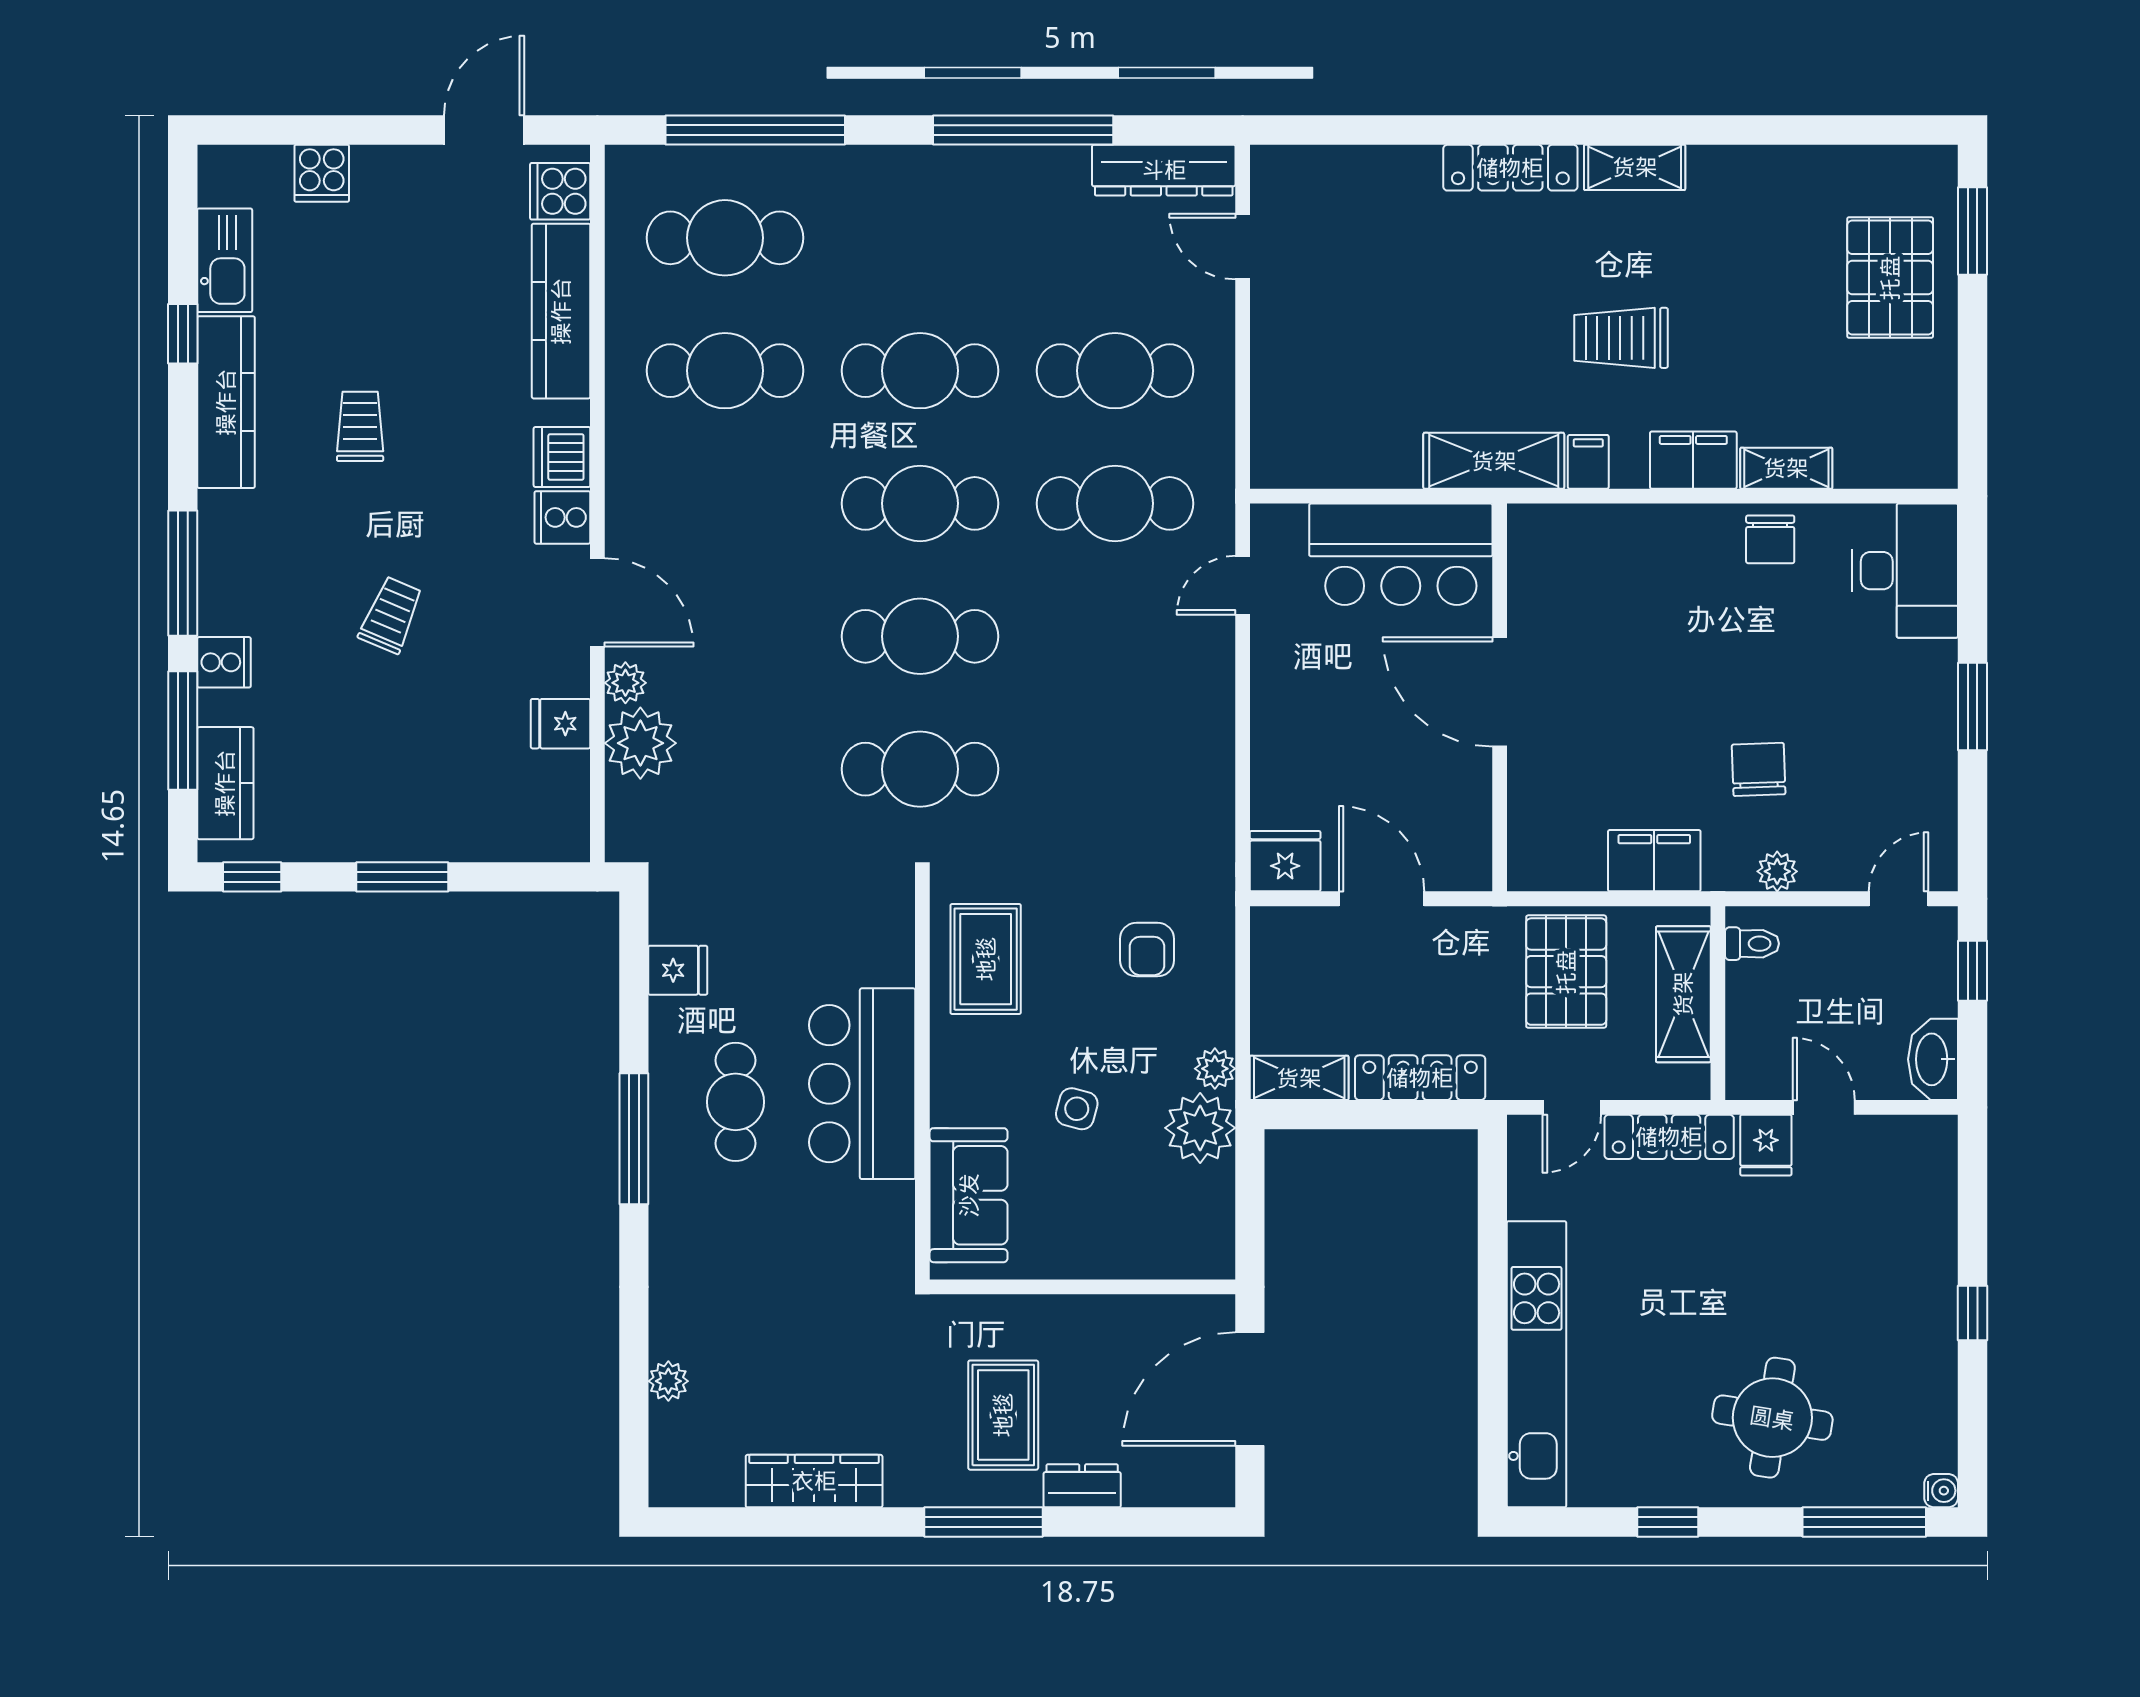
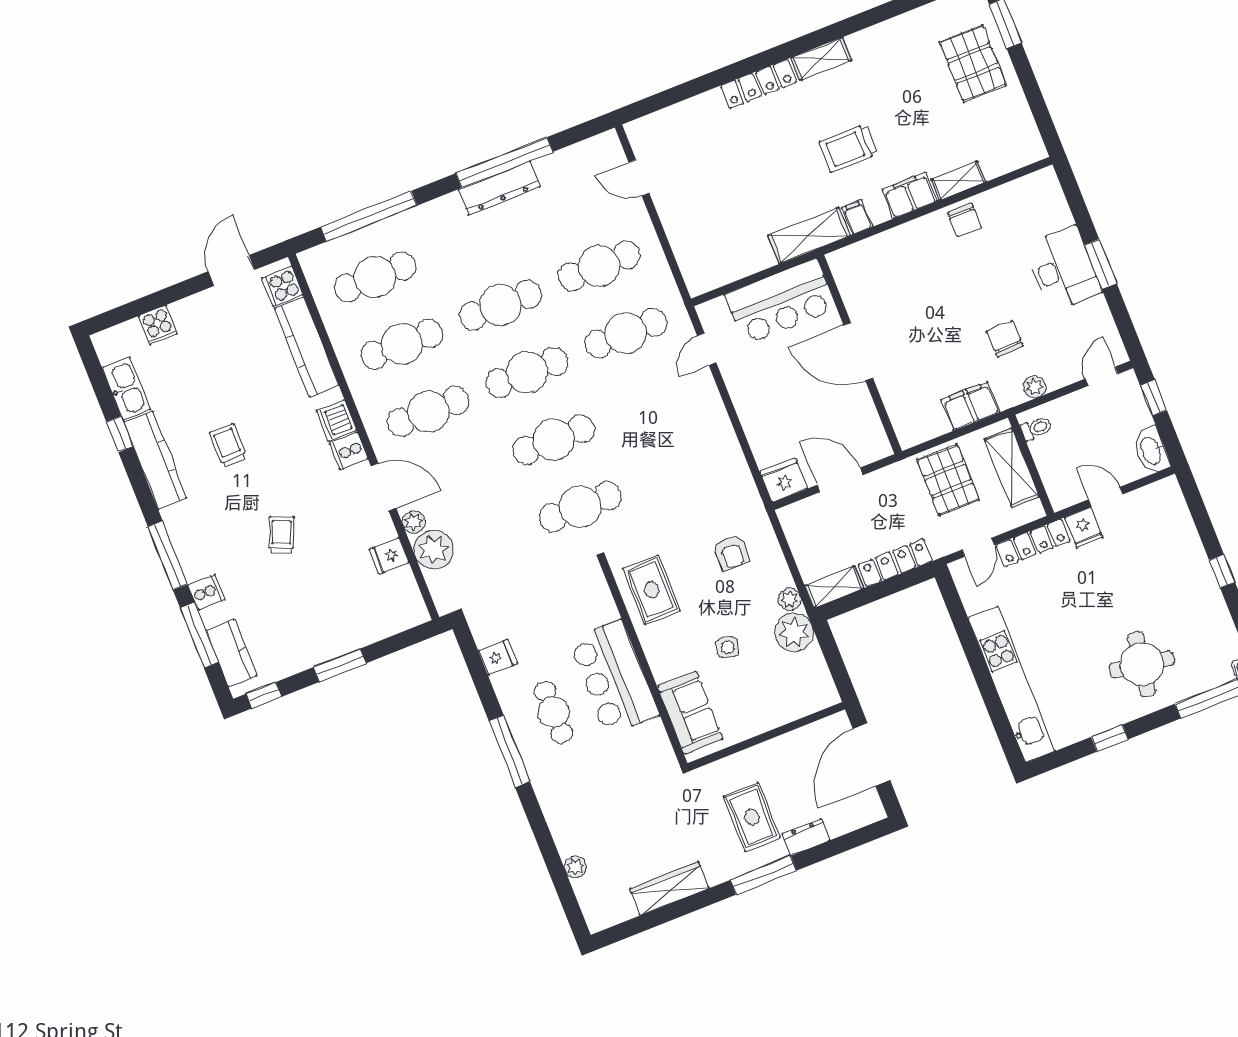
dresser: (1164, 170) -> (499, 188), moved
cafe table: (725, 503) -> (428, 411), added
desk: (1905, 571) -> (1063, 269), moved

